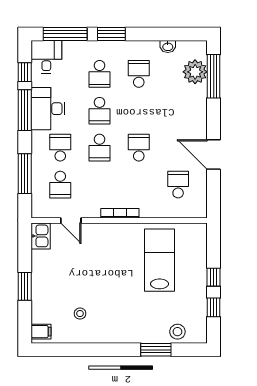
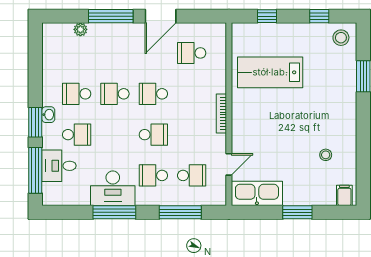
washbasin: (168, 47) -> (48, 115), moved
desk: (46, 57) -> (59, 166), moved
window: (25, 72) -> (75, 212), removed
plant: (195, 72) -> (80, 29), width x0.53, depth x0.53
window: (214, 76) -> (111, 16), moved
school desk: (99, 111) -> (115, 94), moved, turned 180
kitchen sink: (41, 236) -> (257, 193), width x1.87, depth x1.24
window: (214, 277) -> (267, 16), moved
stool: (177, 332) -> (341, 38), moved

